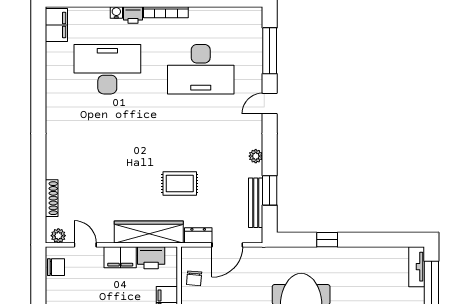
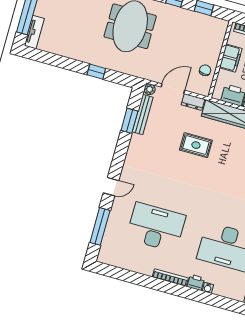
plant: (256, 156) -> (150, 89), moved

